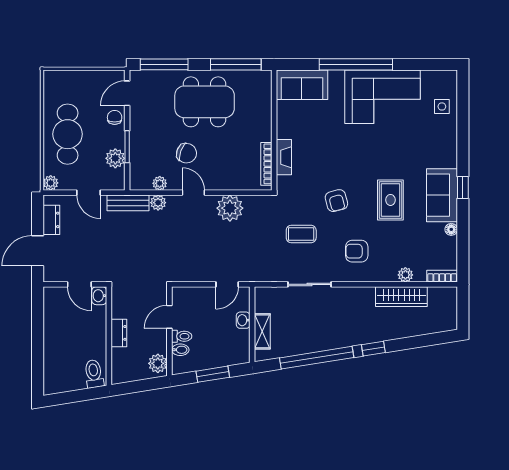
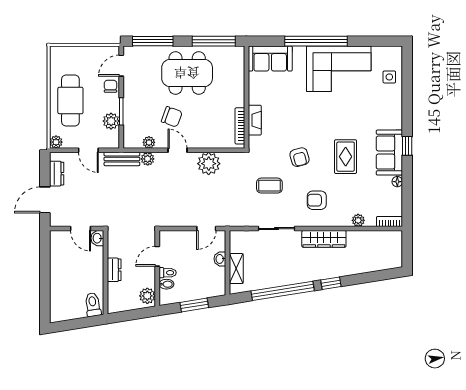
wardrobe: (401, 297) -> (324, 239), moved

